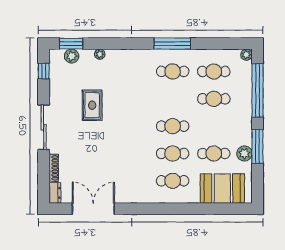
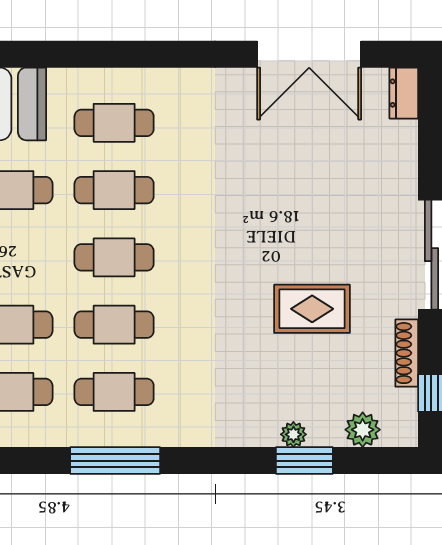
window: (71, 44) -> (304, 461), moved
cafe table: (173, 99) -> (114, 325), added
rug: (92, 105) -> (312, 309), turned 90
shoe rack: (54, 168) -> (407, 353), moved

